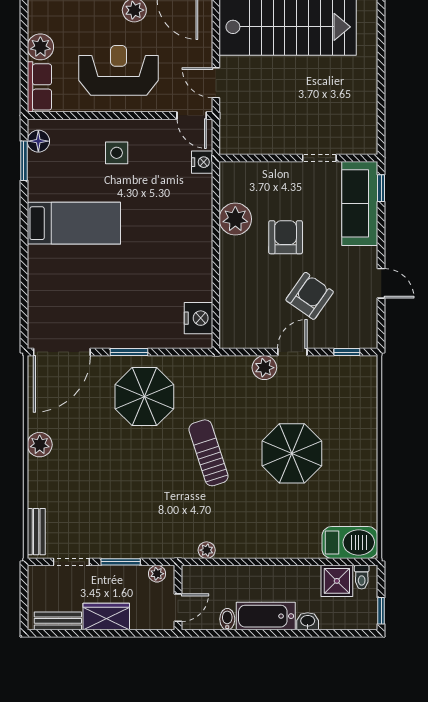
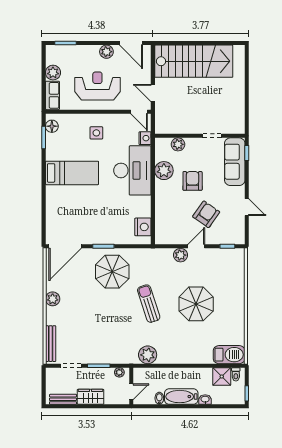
plant: (260, 173) -> (178, 144), added
desk: (180, 219) -> (132, 170), added
bench: (36, 532) -> (51, 344), width x1.36
plant: (207, 550) -> (148, 355), width x1.88, depth x1.88

